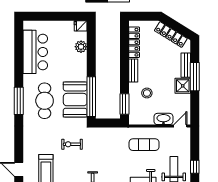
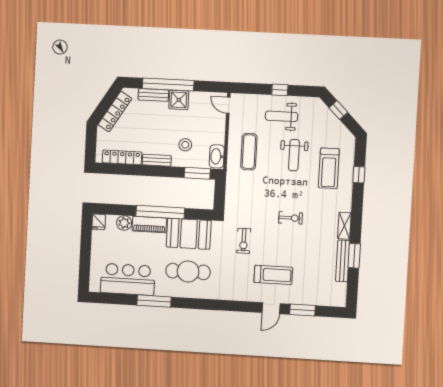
piano: (81, 67) -> (149, 225), added
window: (195, 77) -> (168, 84), width x1.46
window: (91, 97) -> (160, 212), moved
window: (19, 101) -> (154, 301), moved
washbasin: (163, 119) -> (217, 156), moved

